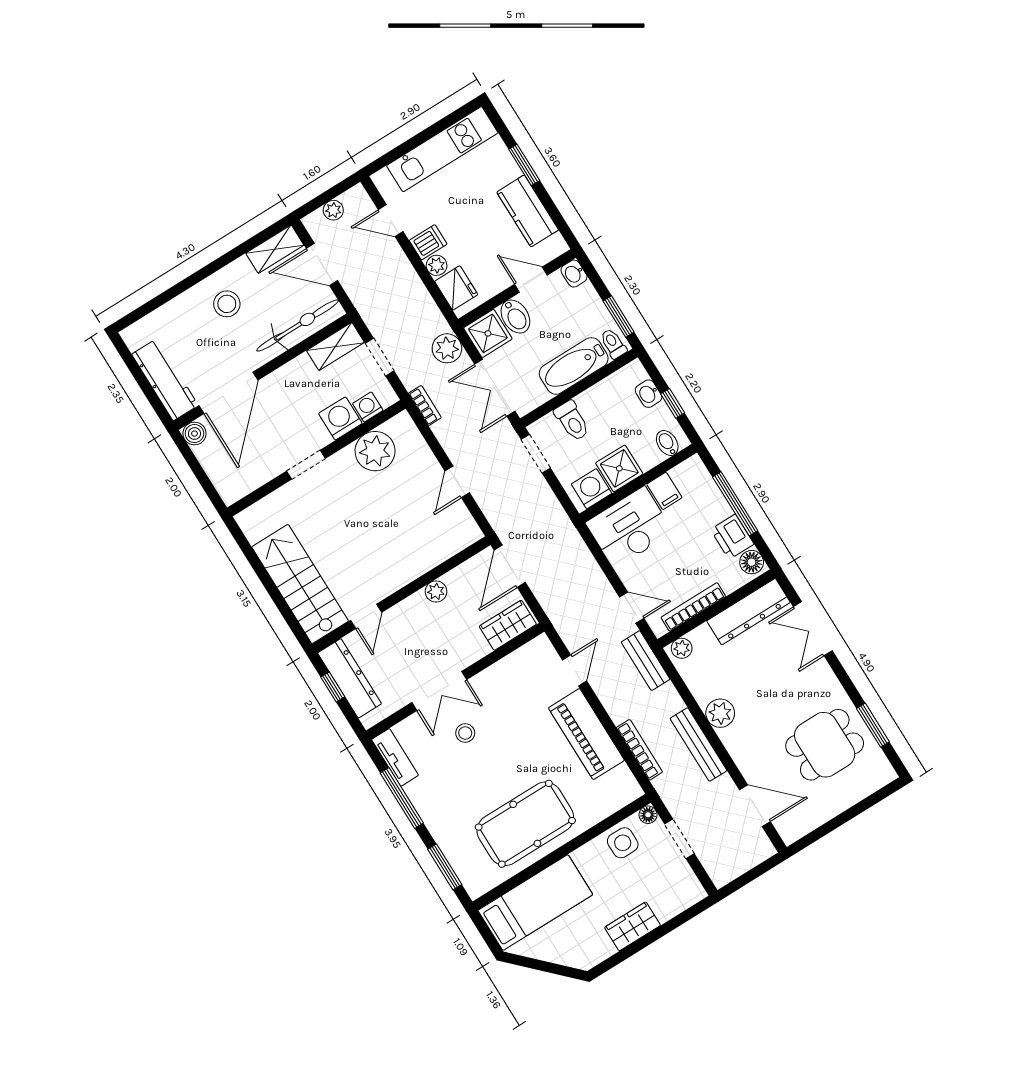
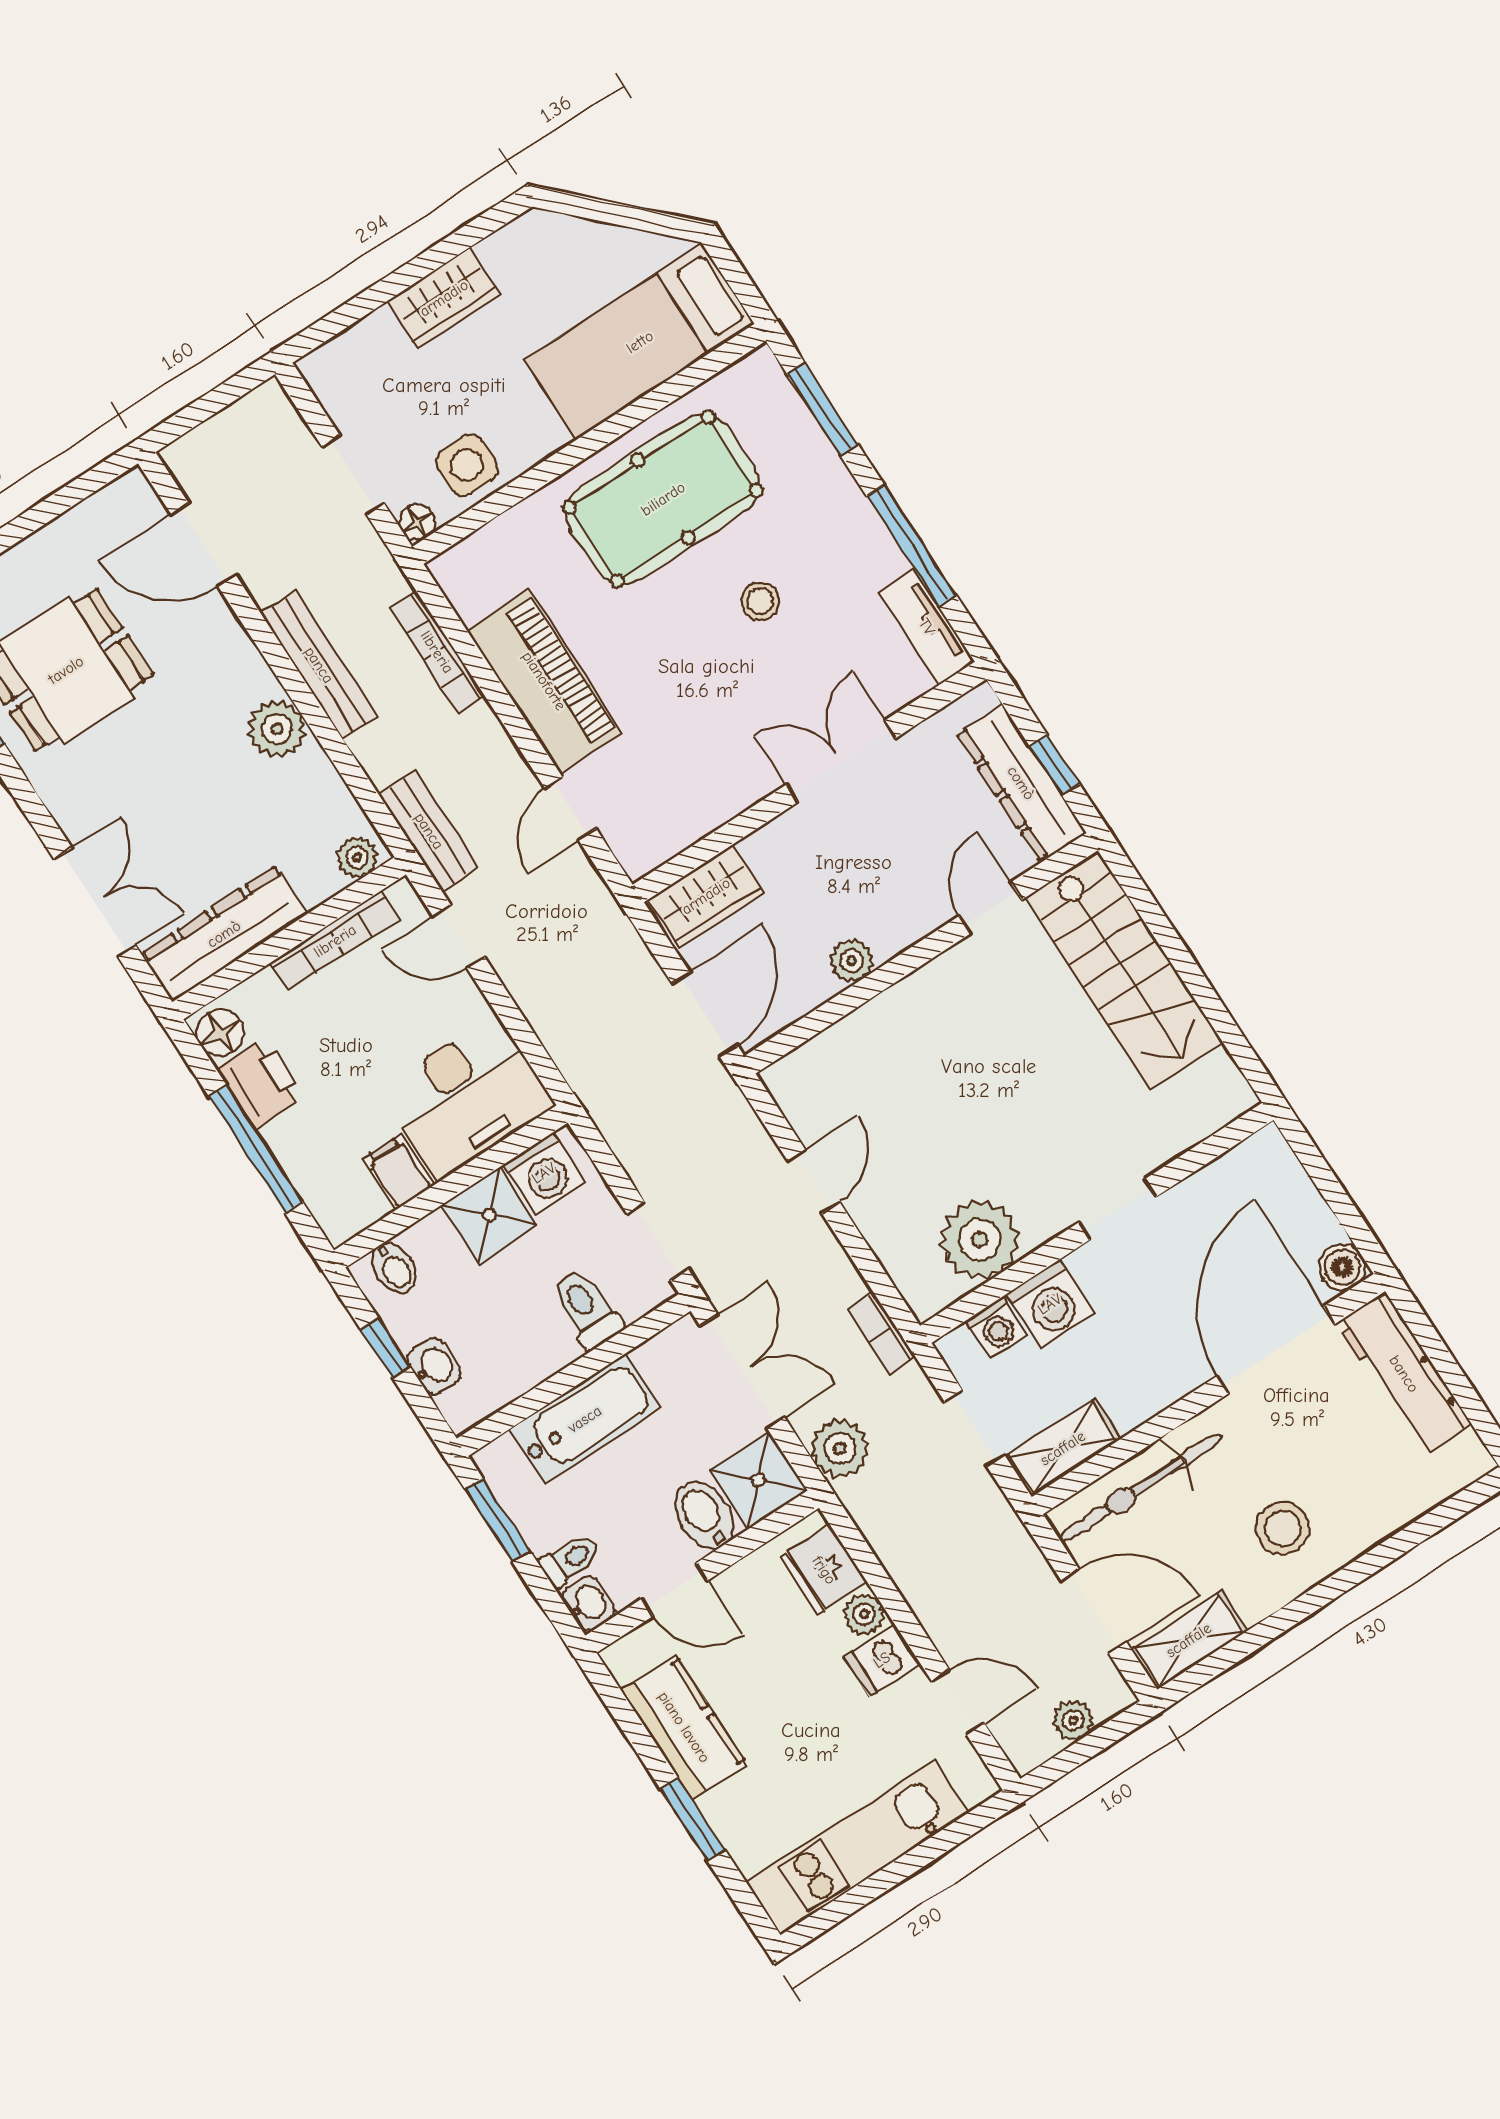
toilet: (613, 344) -> (570, 1560), moved, turned -90
stool: (465, 733) -> (760, 601), moved

